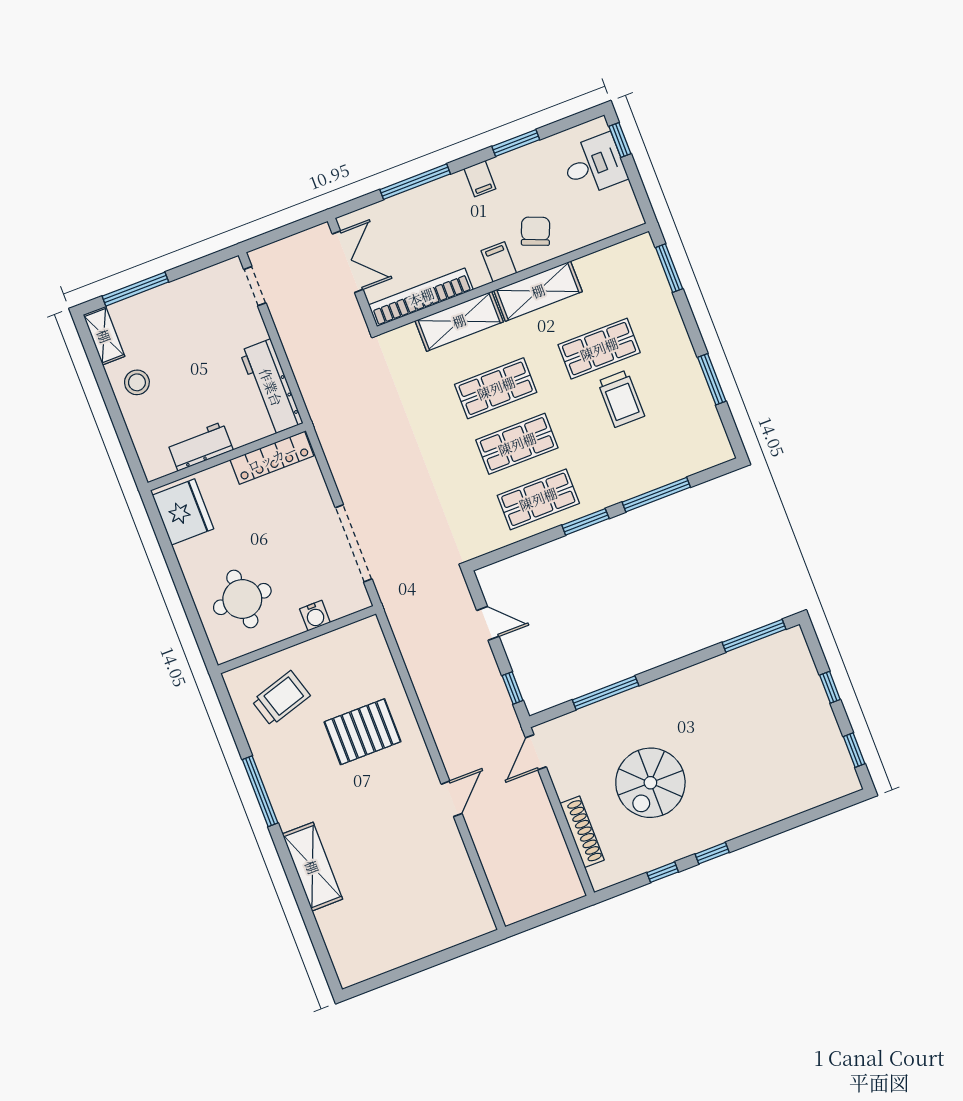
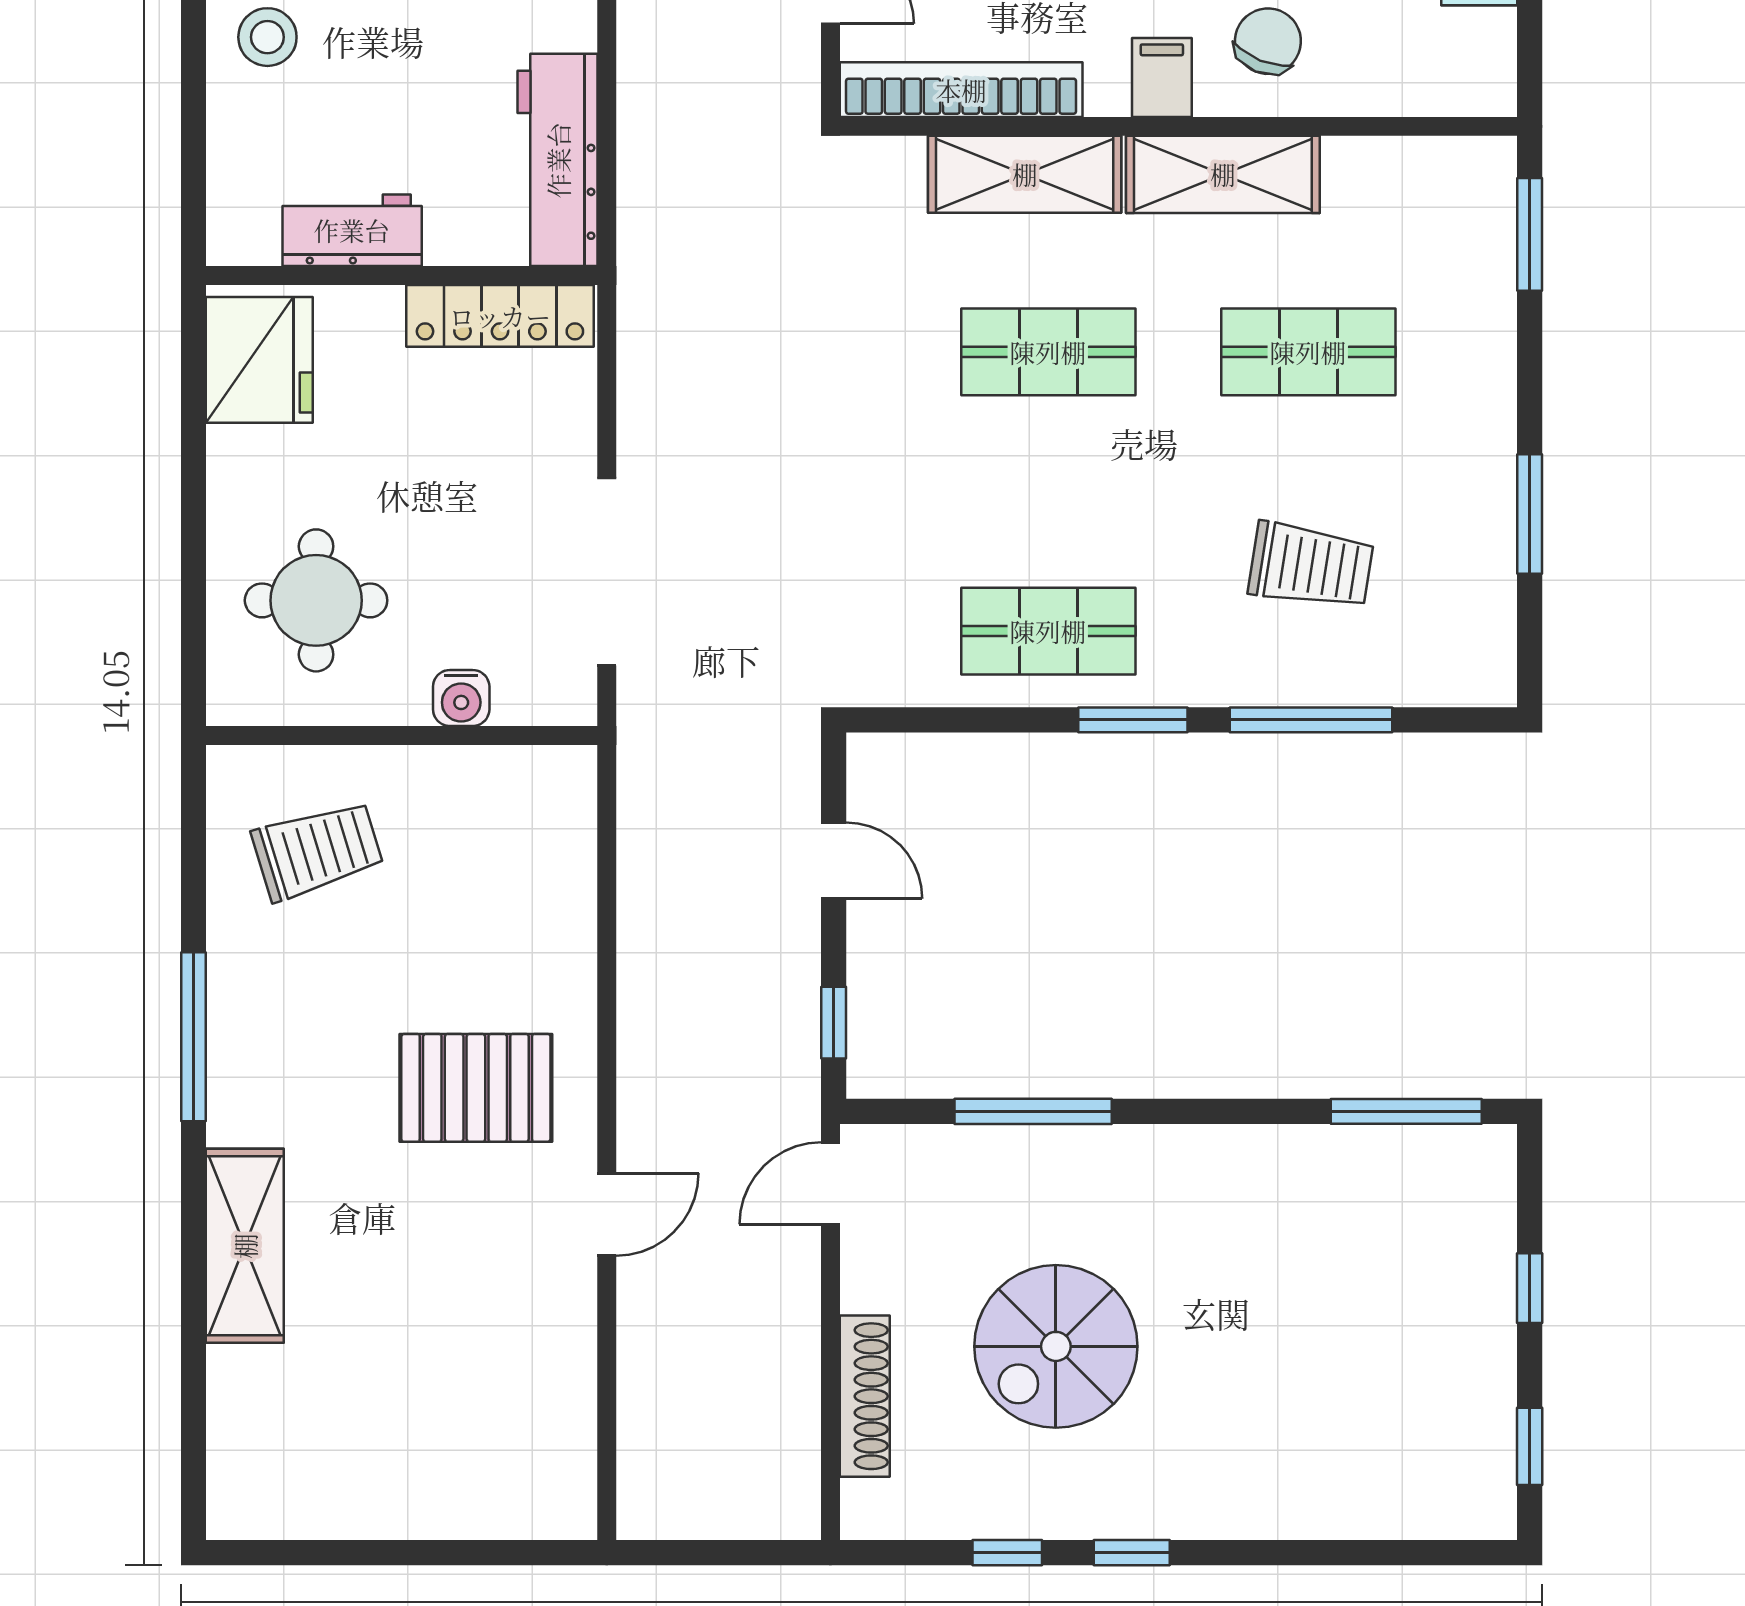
trolley: (621, 399) -> (1311, 566), moved, turned -81
shop shelf: (517, 444) -> (1048, 491), removed
pallet: (363, 732) -> (476, 1088), moved

